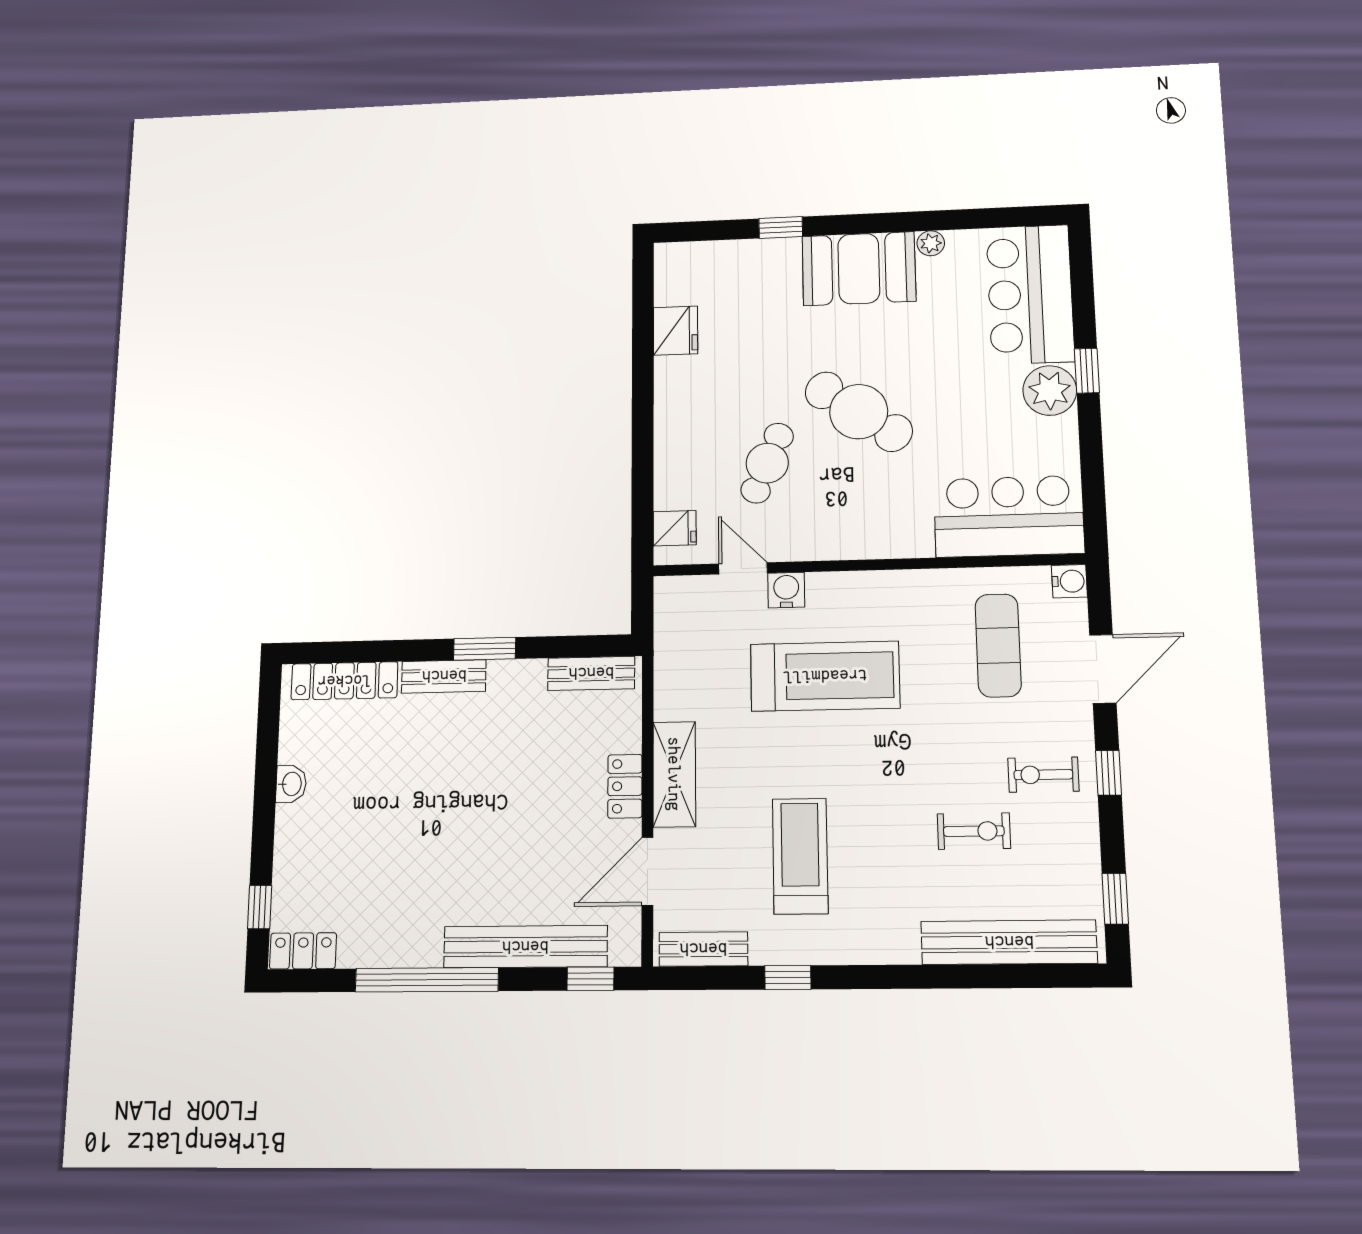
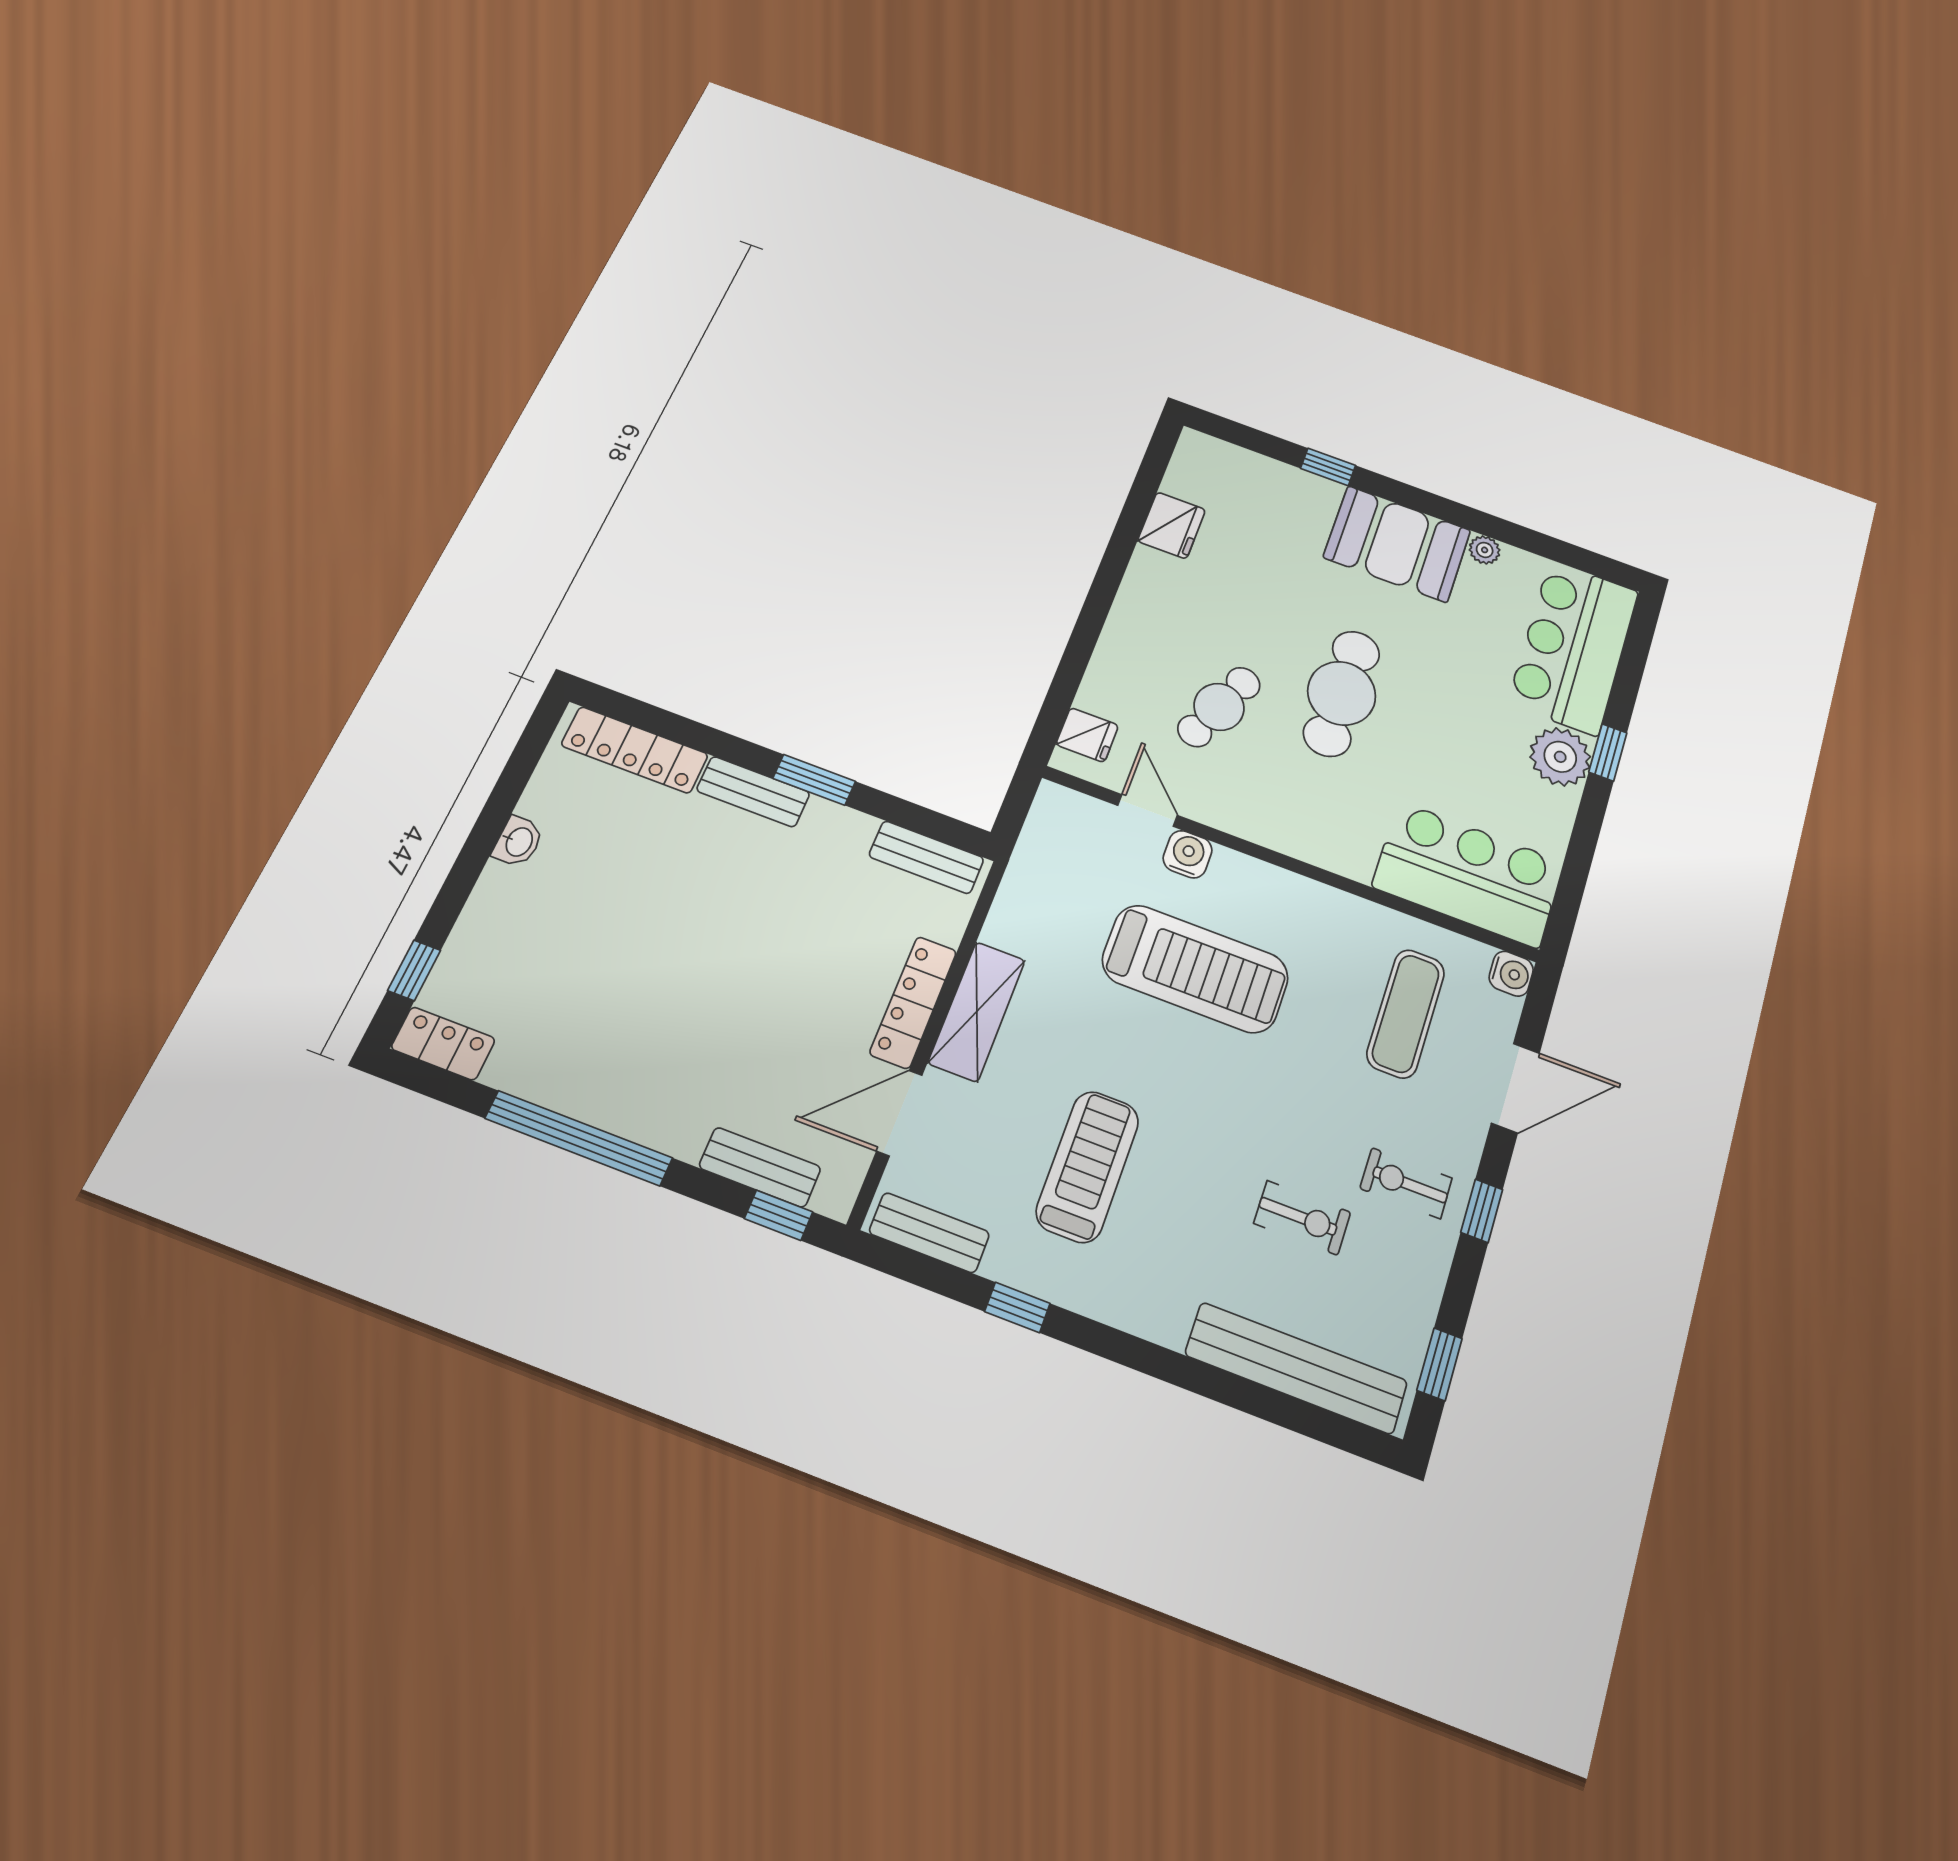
cafe table: (859, 412) -> (1342, 693), turned 55
locker: (625, 786) -> (913, 1002), width x1.53
bench: (525, 947) -> (760, 1167), width x0.54, depth x0.82

